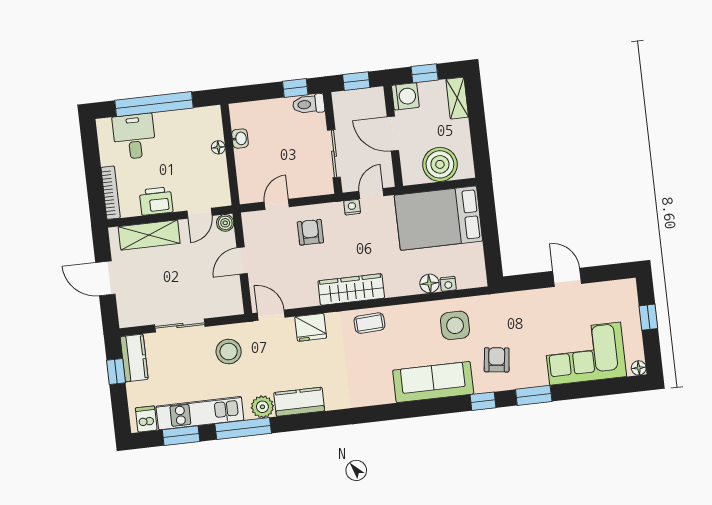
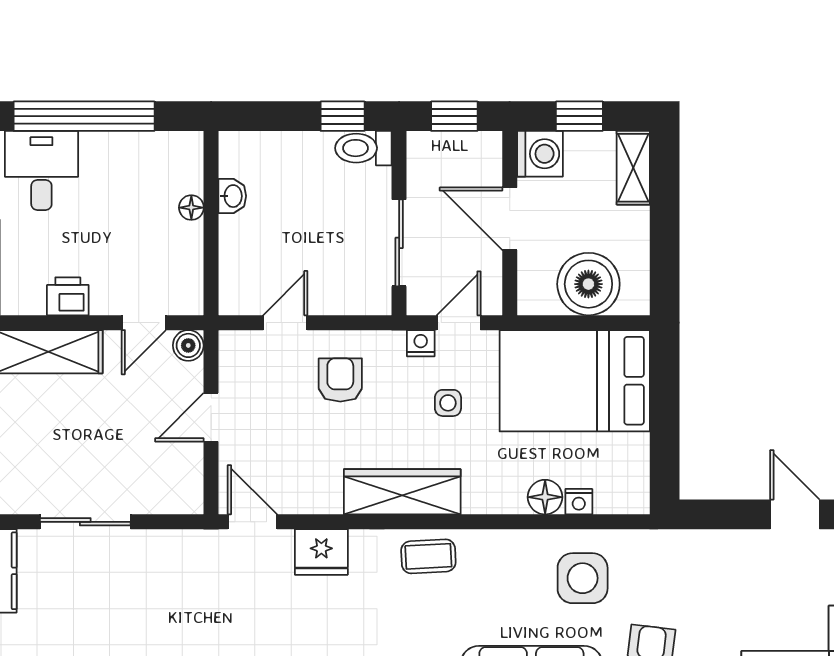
printer: (156, 201) -> (68, 296), width x0.73, depth x0.81
side table: (371, 238) -> (448, 403), added
stool: (229, 352) -> (168, 579), removed

